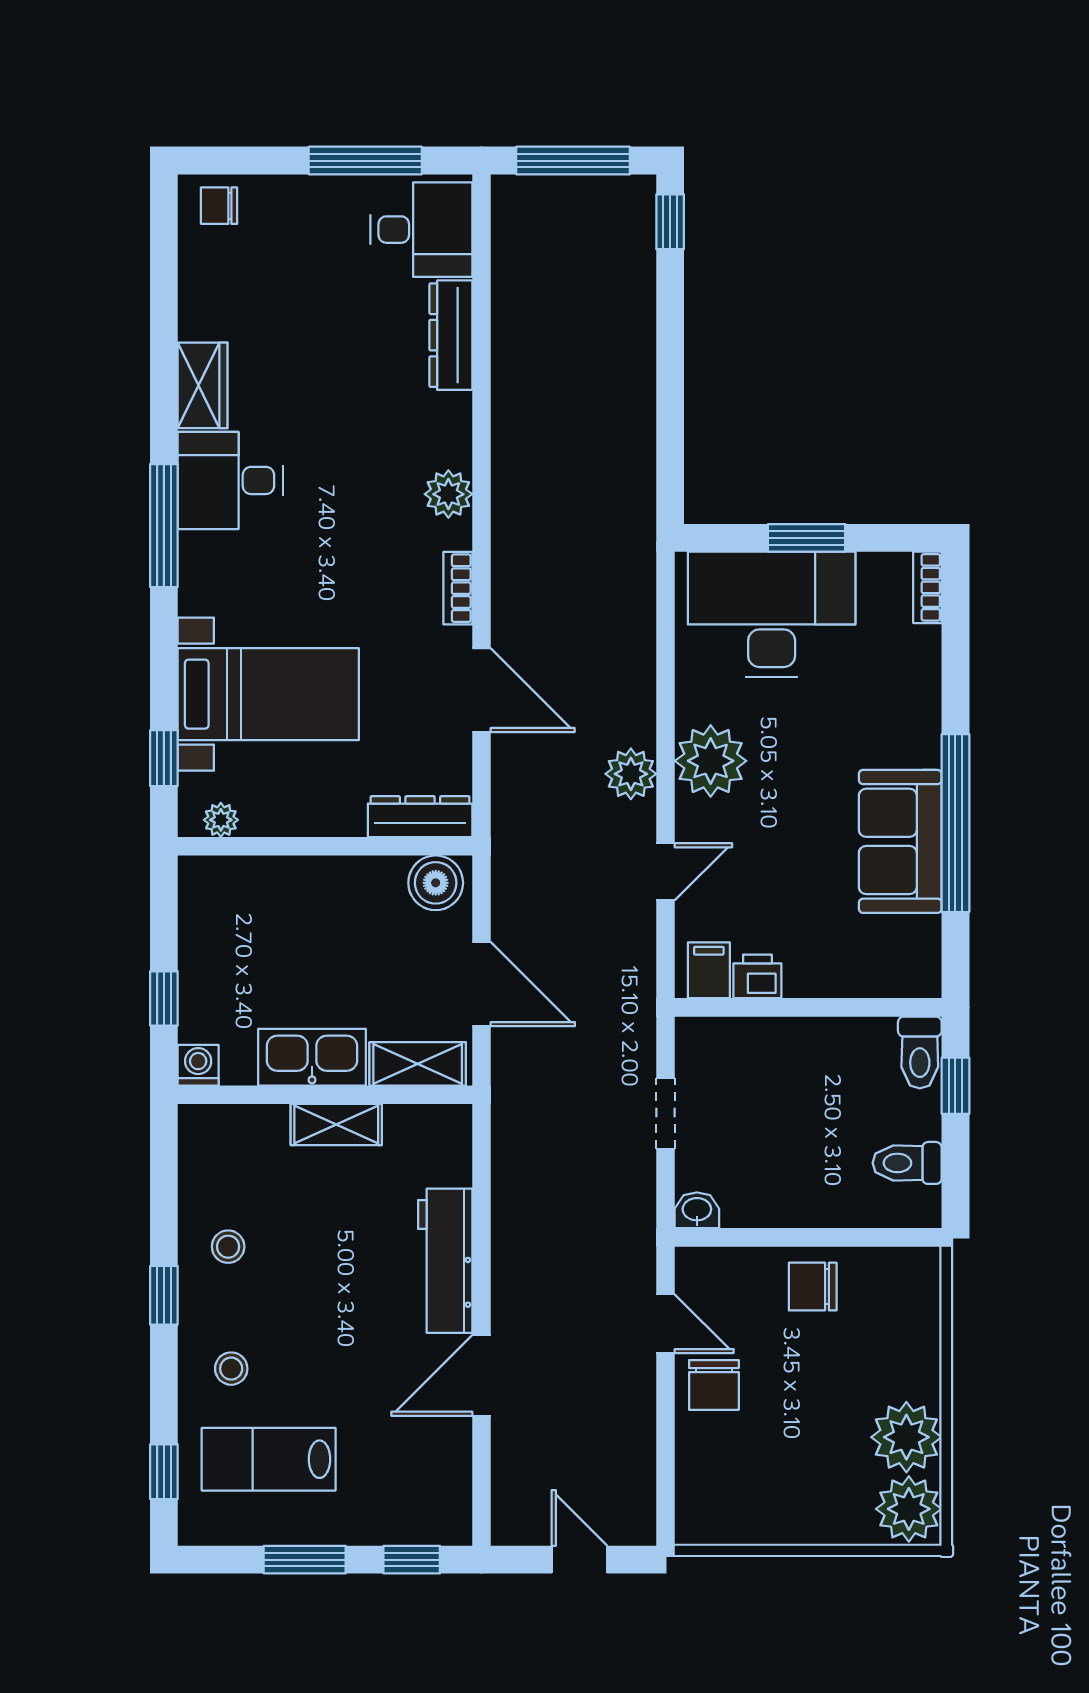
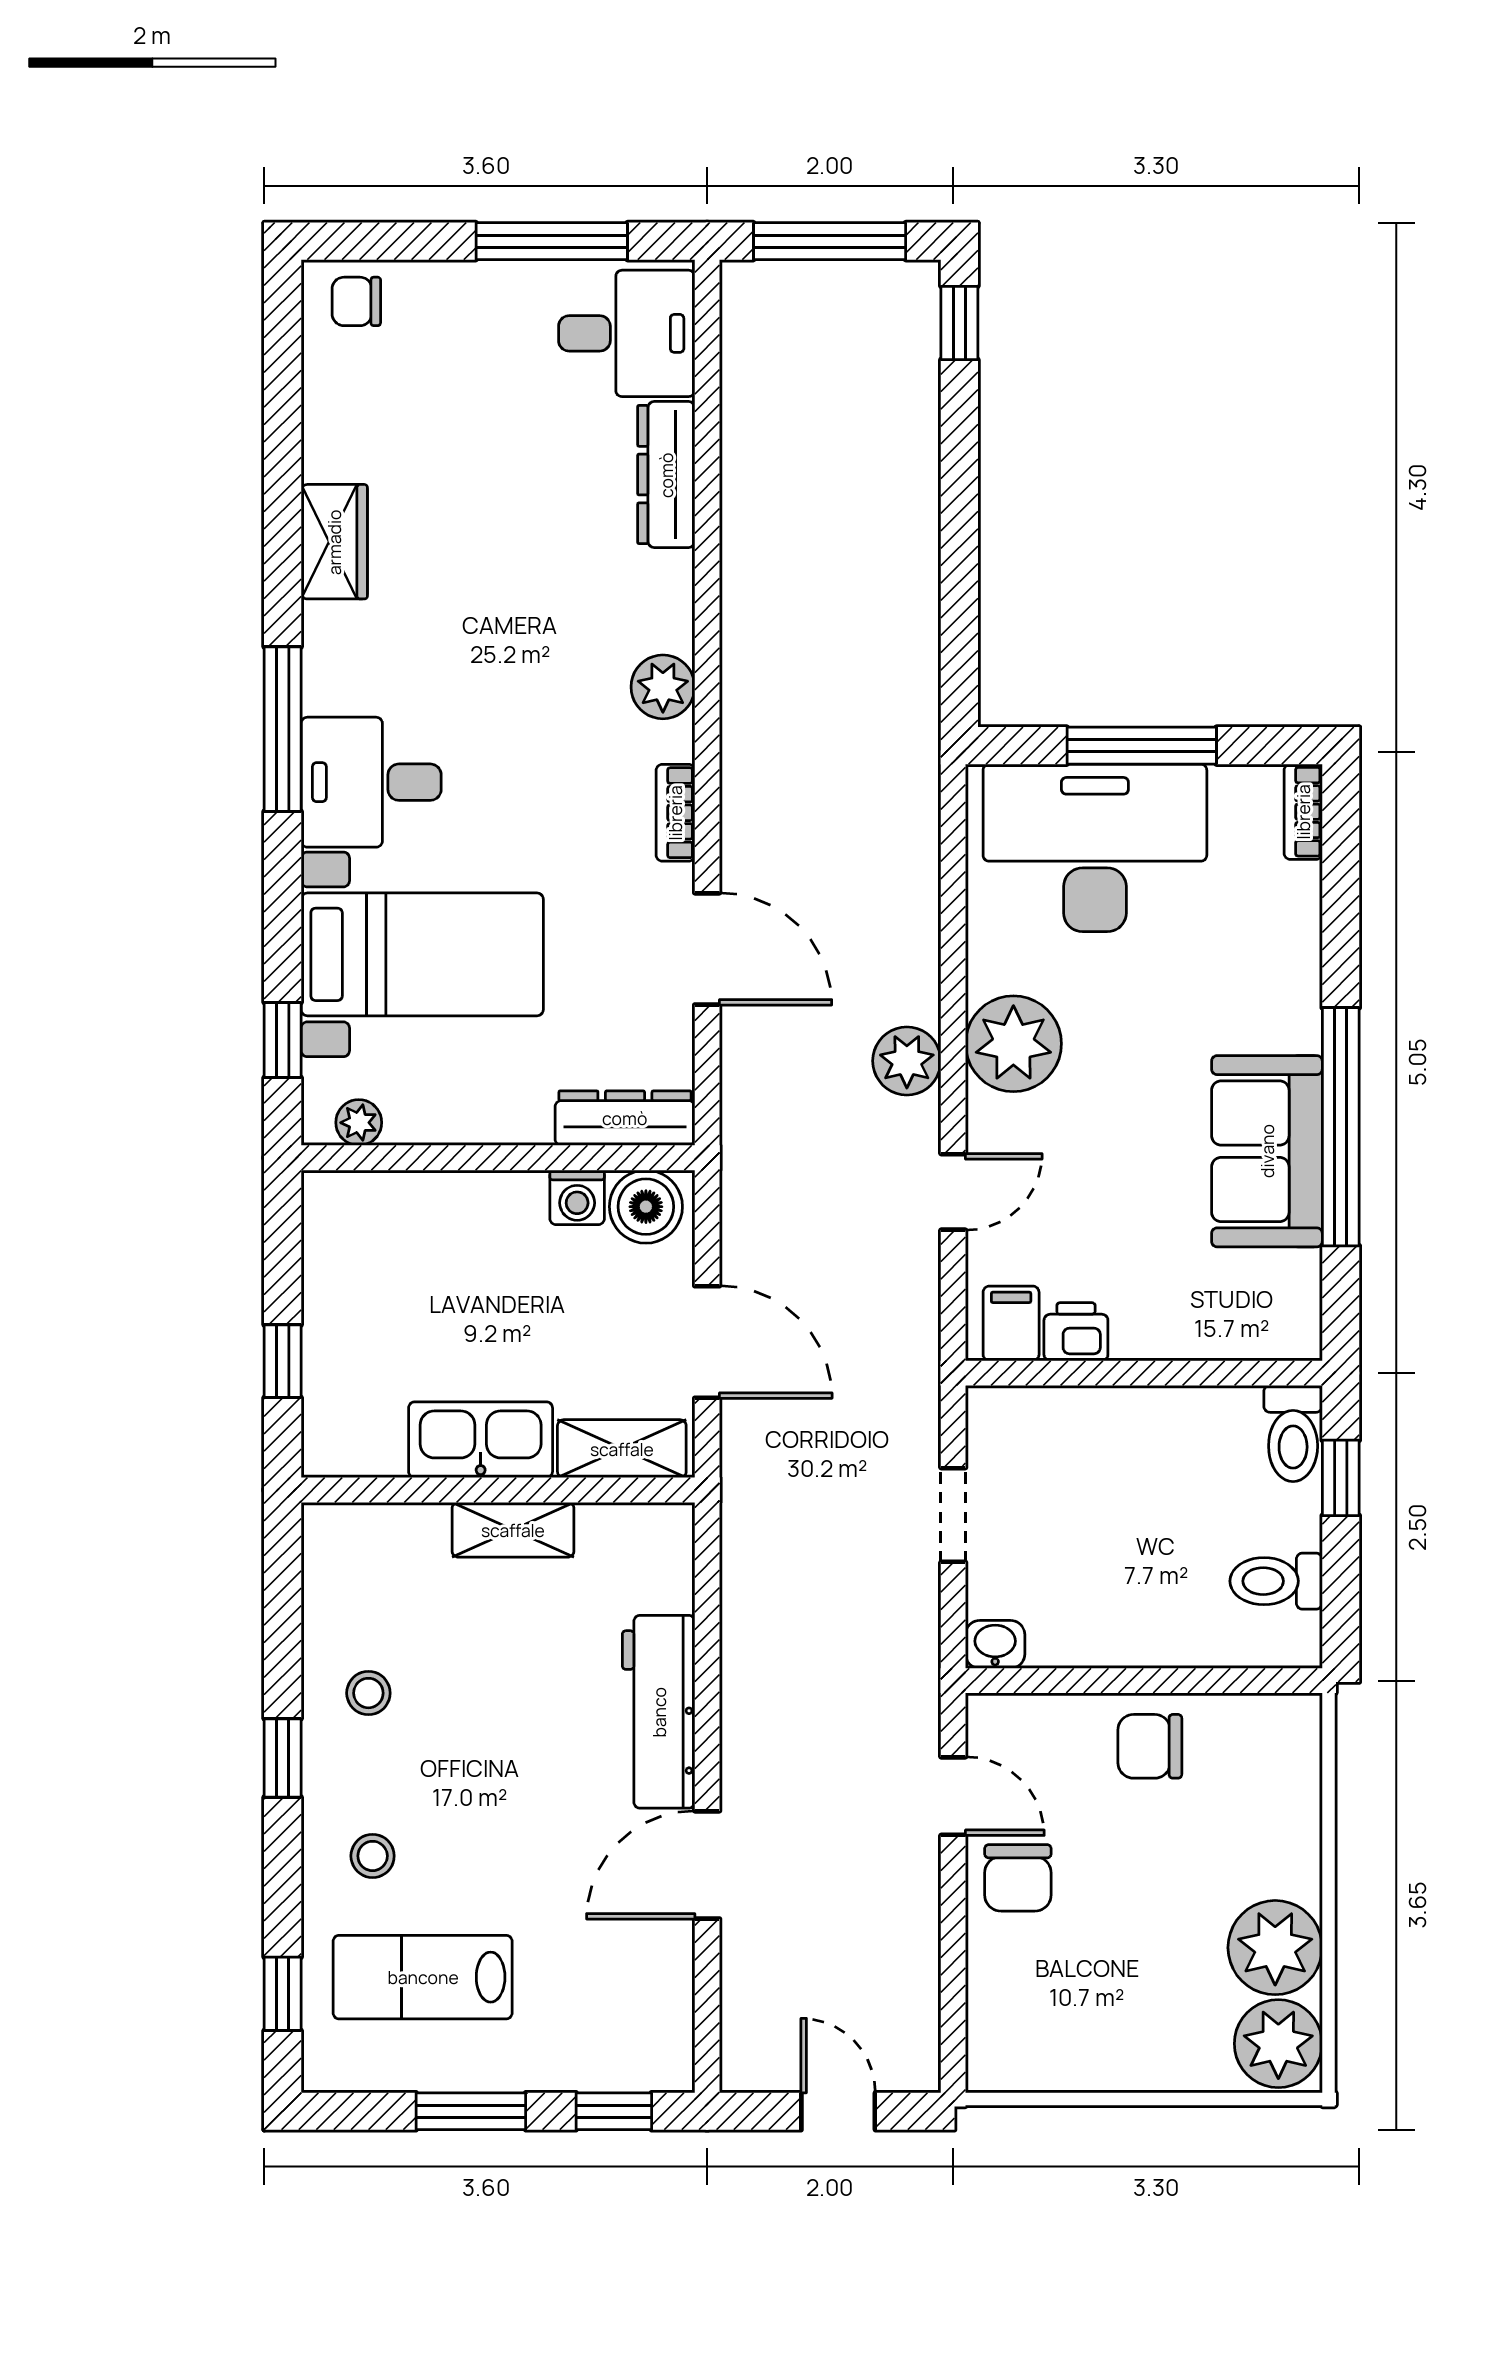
desk: (230, 480) -> (371, 782), moved
window: (807, 538) -> (1142, 746), width x1.44
washing machine: (198, 1065) -> (577, 1197), moved, turned 180

